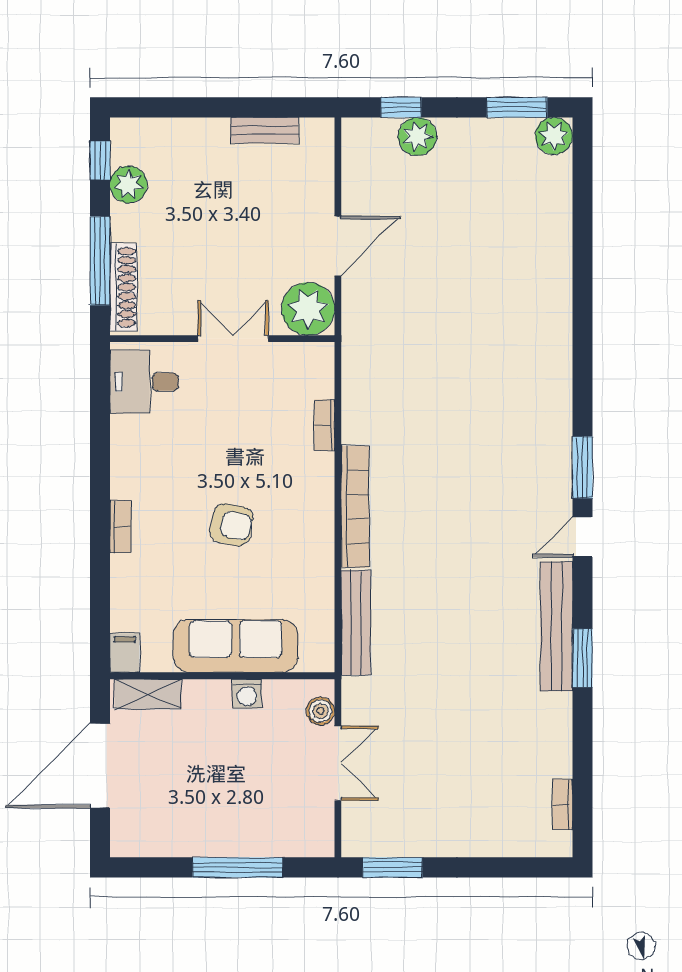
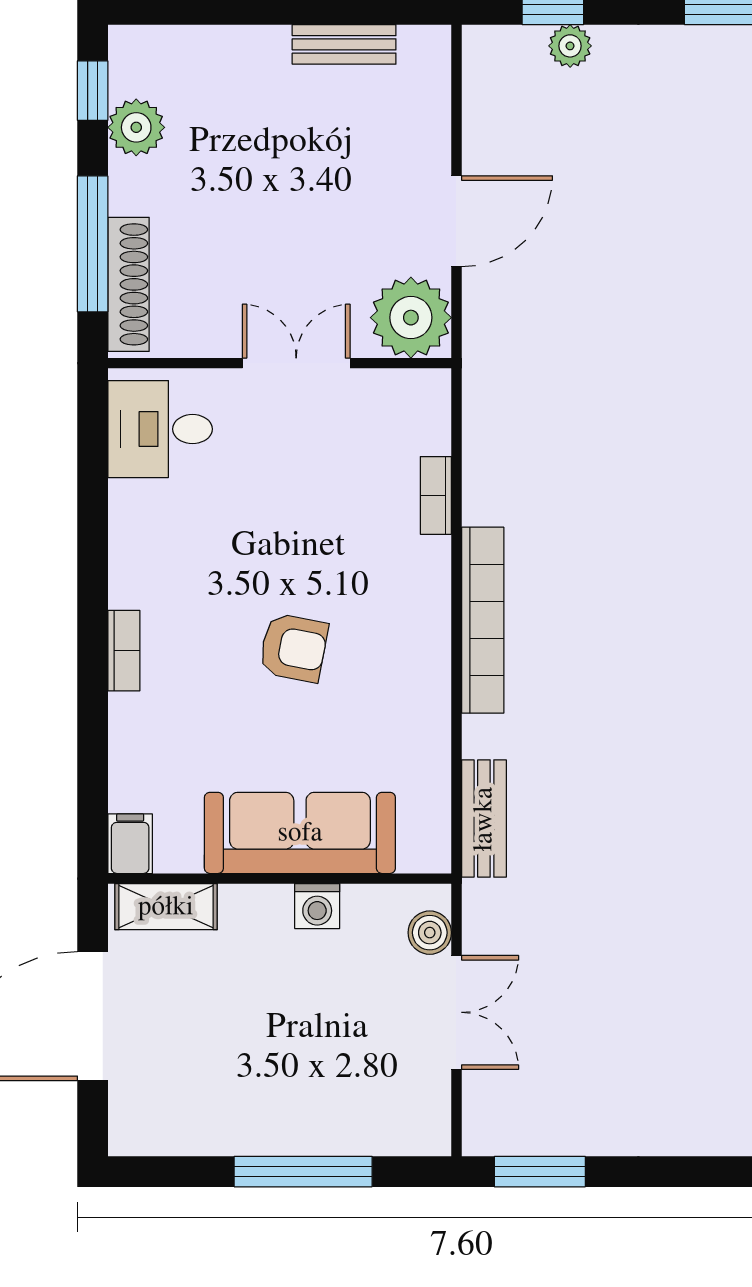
plant: (417, 136) -> (570, 46), width x0.73, depth x0.73
bench: (356, 622) -> (484, 819), width x0.73

